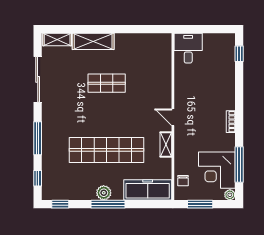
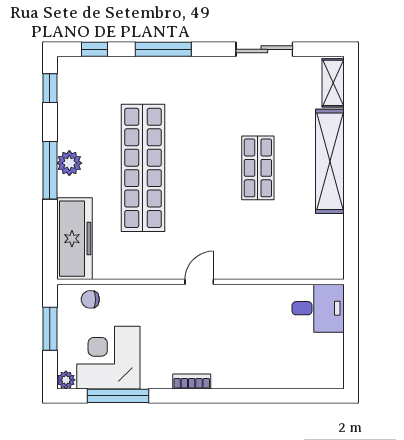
shelving: (93, 41) -> (330, 161), width x1.47
window: (239, 54) -> (308, 396), removed
sliding door: (38, 79) -> (264, 49), width x0.73
shelving: (166, 144) -> (152, 270), removed

